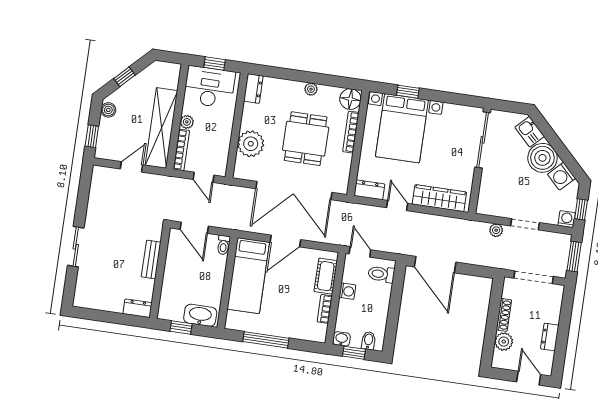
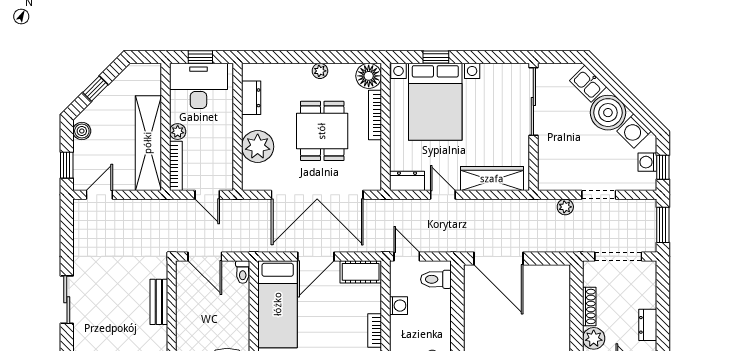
dresser: (253, 89) -> (251, 98), moved
door: (132, 167) -> (99, 195), moved
washing machine: (567, 219) -> (647, 162), moved, turned -90
cot: (326, 276) -> (361, 272), moved, turned 90

